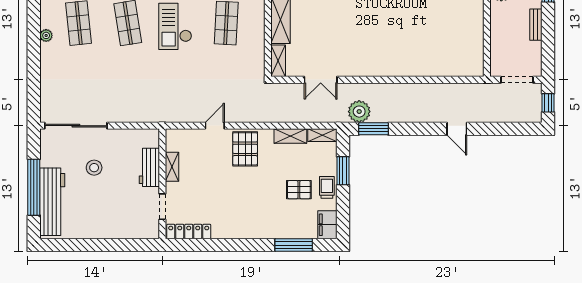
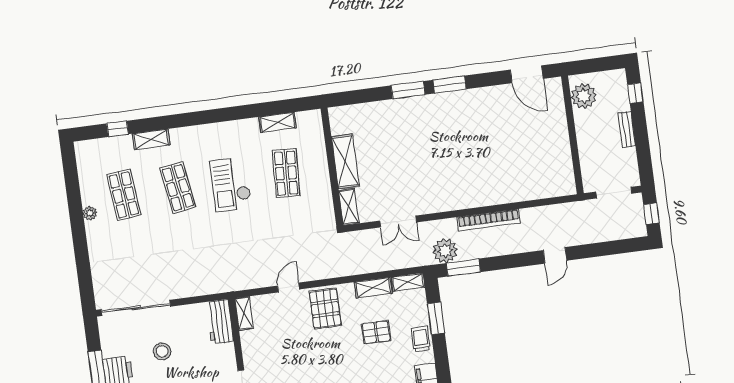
bookcase: (402, 89) -> (489, 220), added
door: (457, 129) -> (555, 255), hinge flipped
workbench: (149, 167) -> (220, 322), moved
shelving: (172, 167) -> (244, 313), moved
pallet: (299, 190) -> (376, 332), moved

